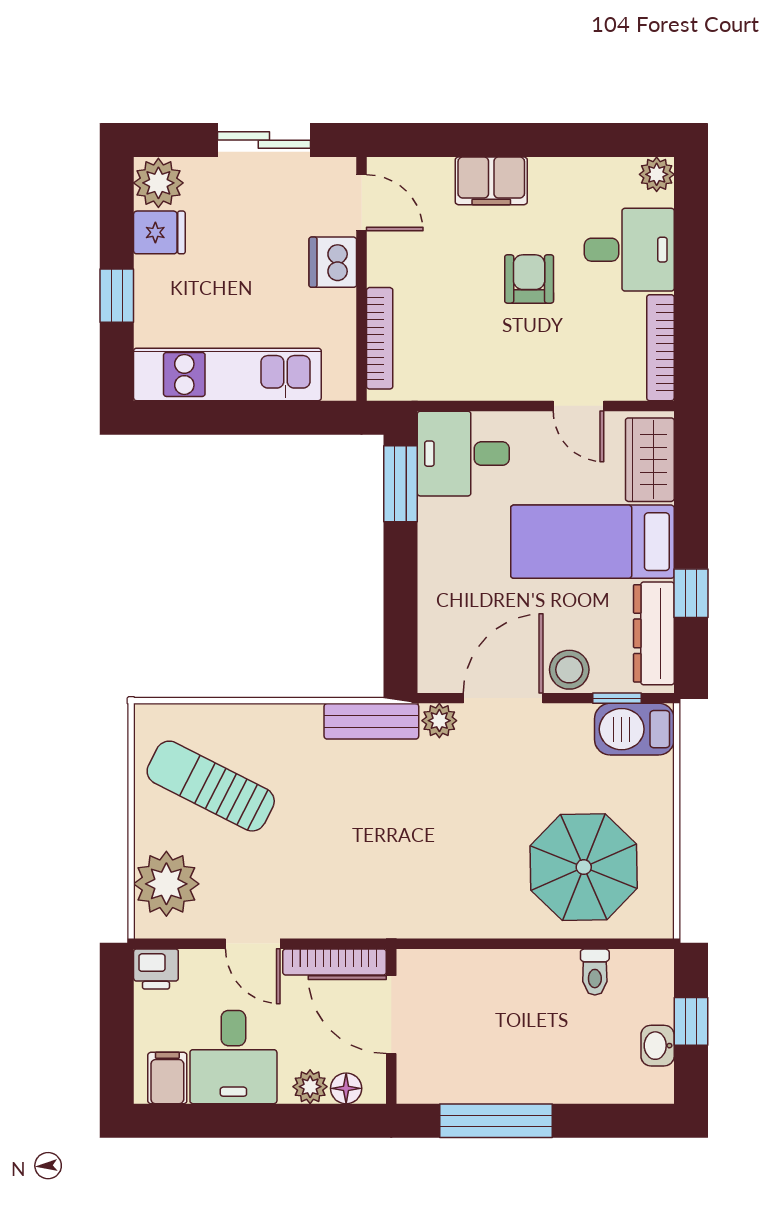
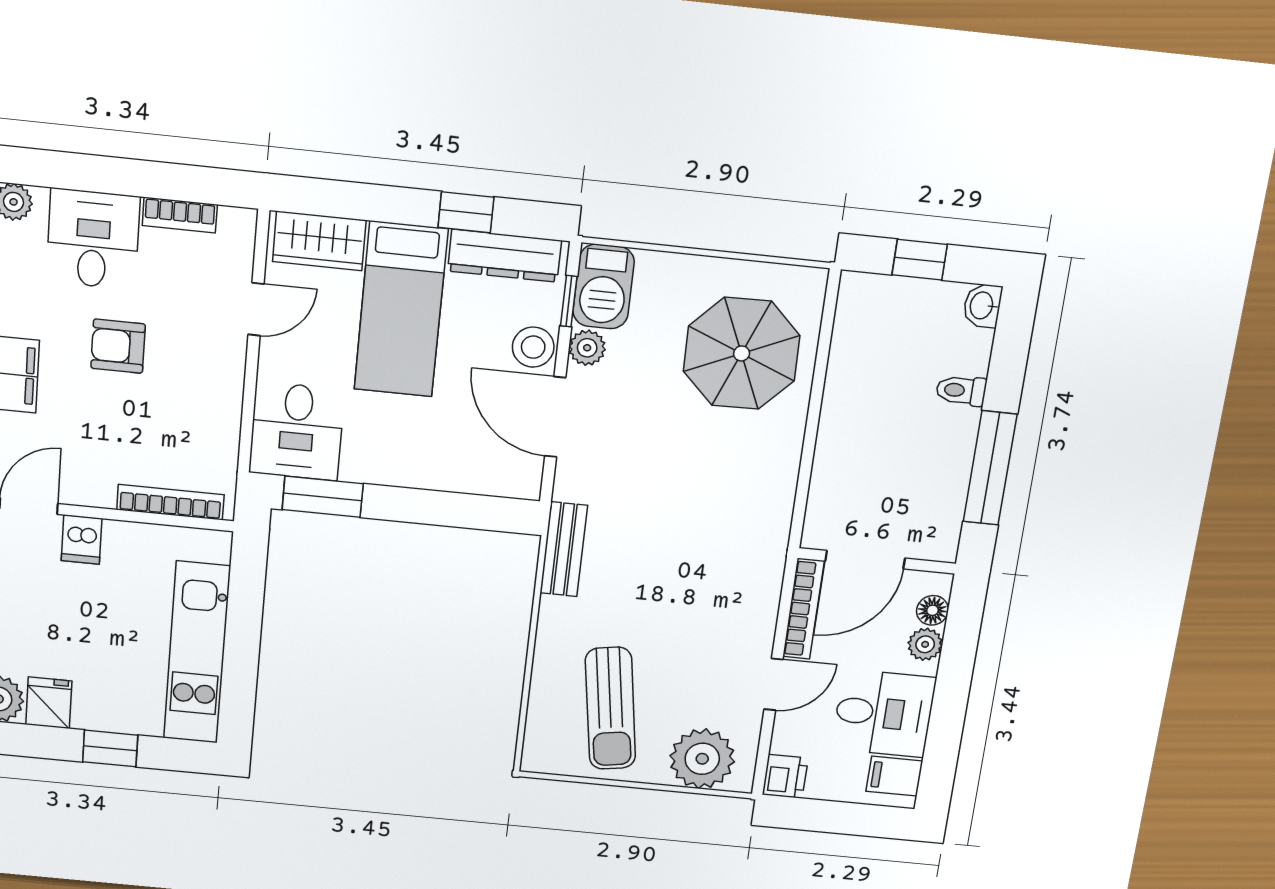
dishwasher: (333, 262) -> (82, 540), width x0.73
bookcase: (660, 348) -> (180, 215), width x0.64
plant: (439, 721) -> (587, 348), moved
sun lounger: (211, 786) -> (610, 708), turned -36
toilet: (595, 972) -> (961, 391), moved, turned 180
washbasin: (658, 1046) -> (982, 306), moved, turned 90

